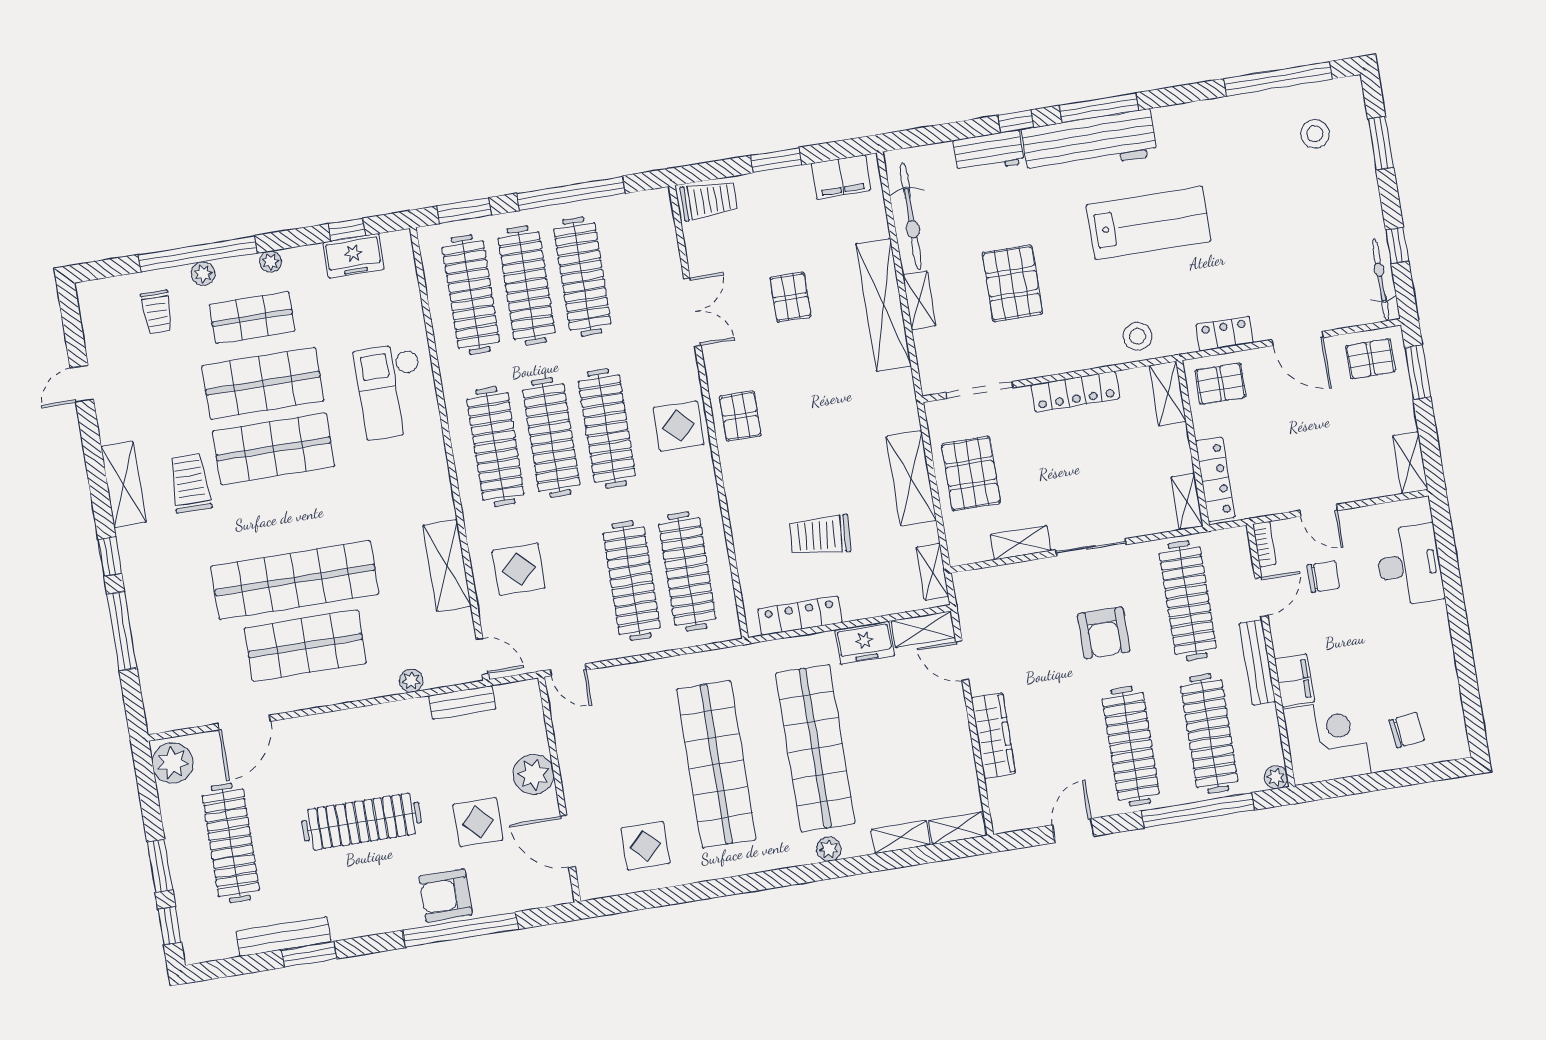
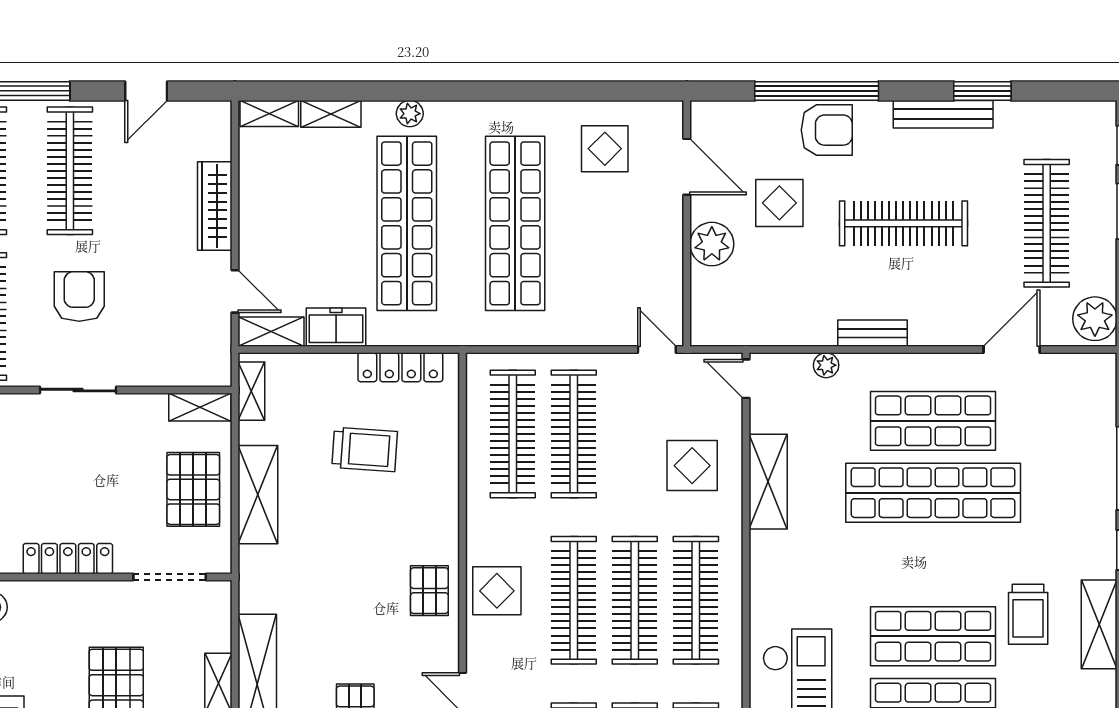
shelving: (1020, 543) -> (200, 407), moved
bench: (462, 702) -> (872, 333), moved
bench: (284, 937) -> (943, 114), moved

